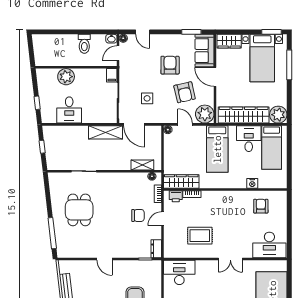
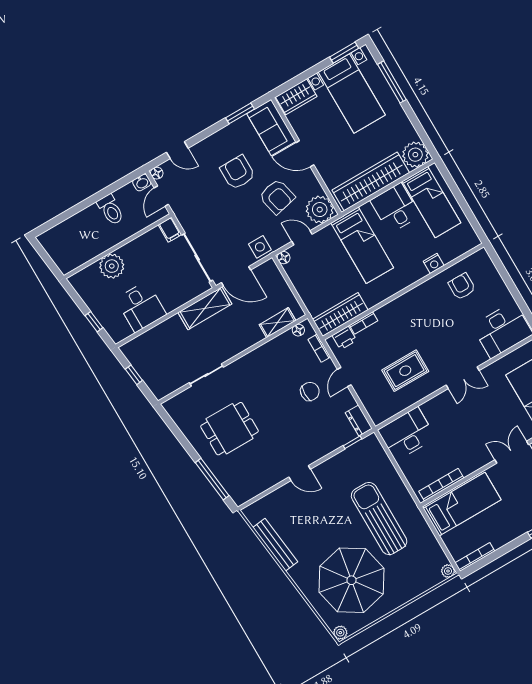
side table: (147, 98) -> (260, 247), moved
dining table: (79, 210) -> (230, 429), turned 90

